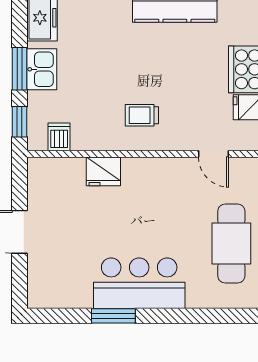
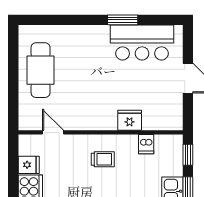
dishwasher: (59, 137) -> (146, 144), moved
bar counter: (139, 283) -> (142, 43), moved

